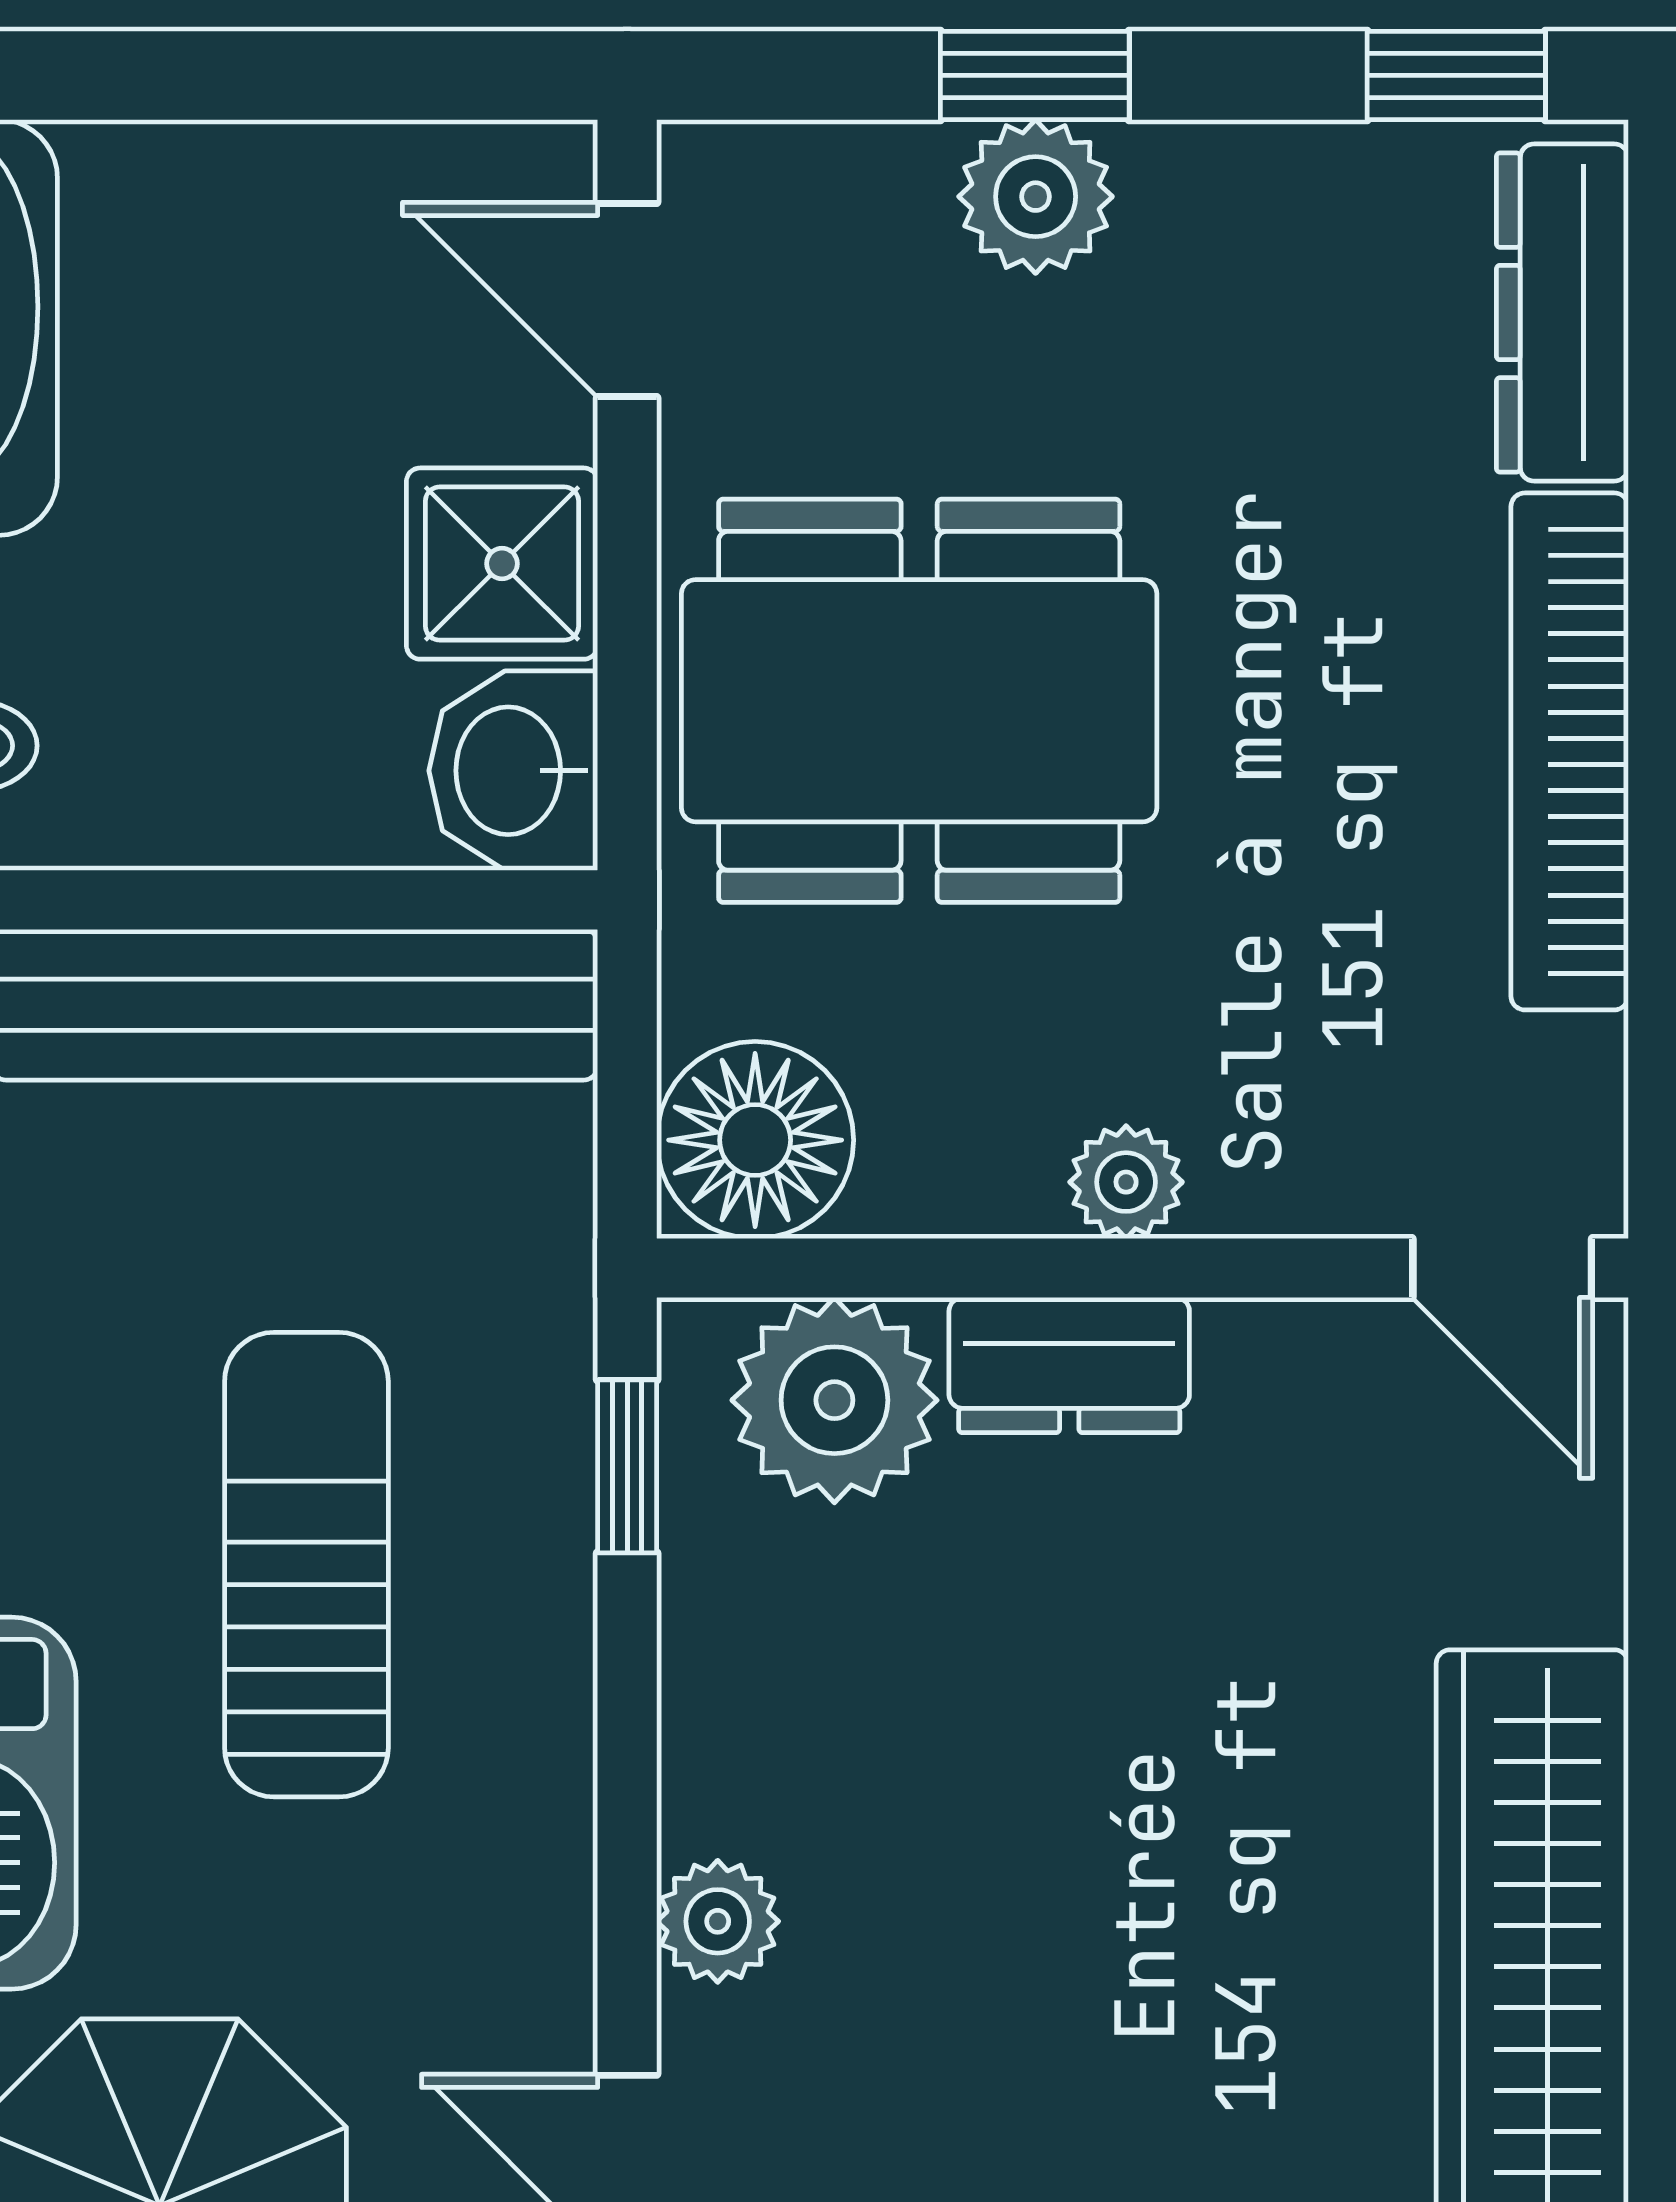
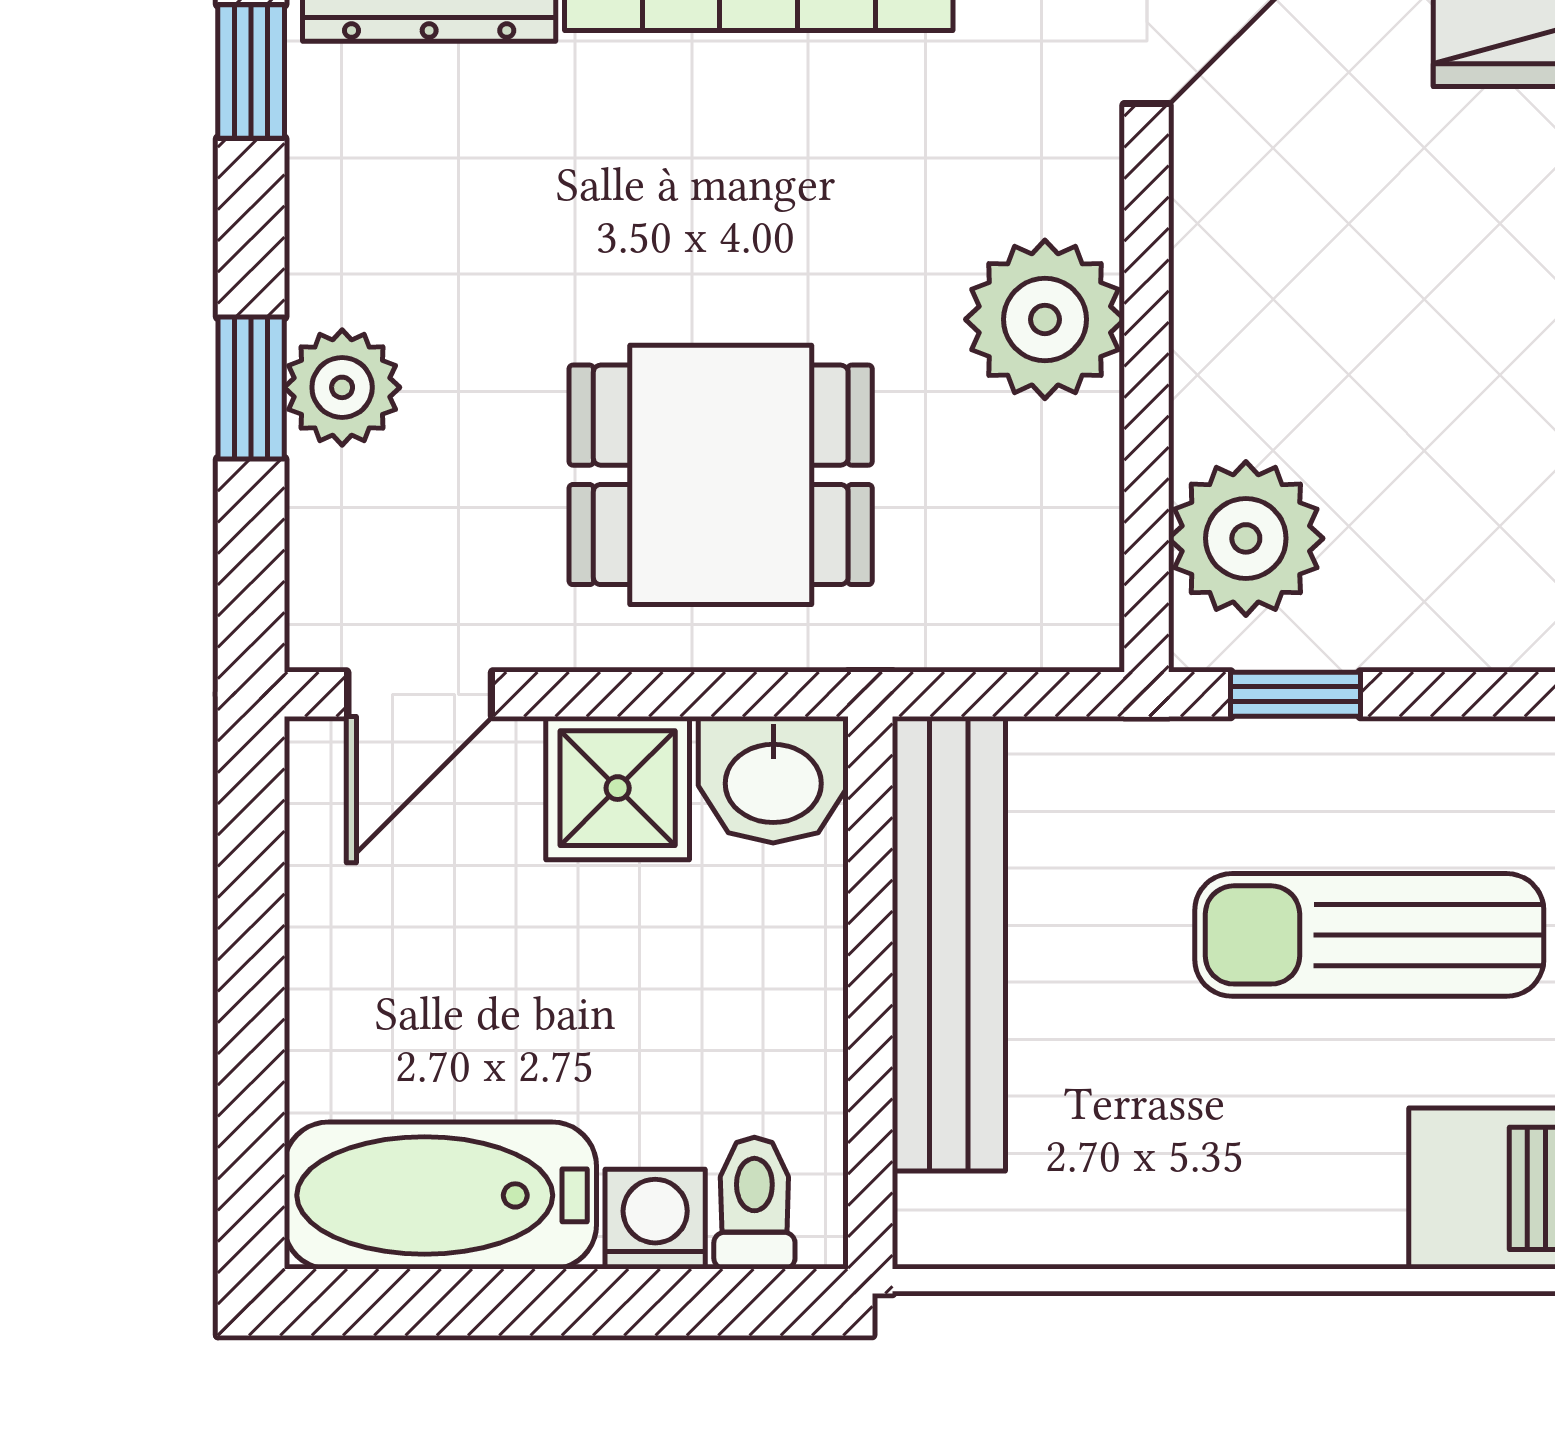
dining table: (919, 701) -> (721, 475), width x0.73
floor lamp: (755, 1140) -> (1050, 598), removed
plant: (1126, 1182) -> (1045, 319), width x1.88, depth x1.88
dresser: (1069, 1365) -> (1219, 362), removed

